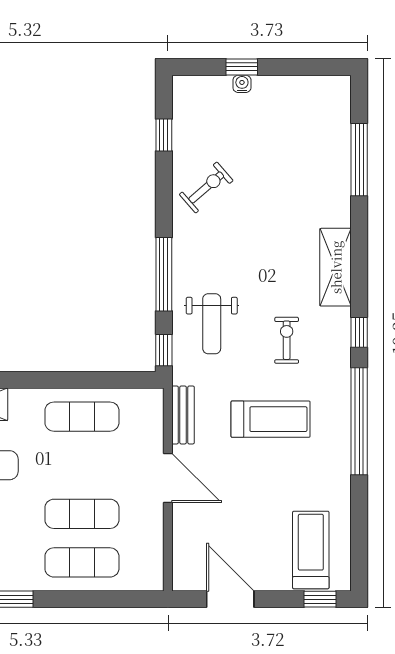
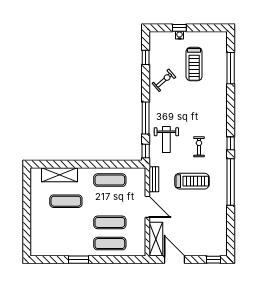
shelving: (336, 267) -> (156, 239), moved
treadmill: (311, 550) -> (194, 64), moved, turned 180

